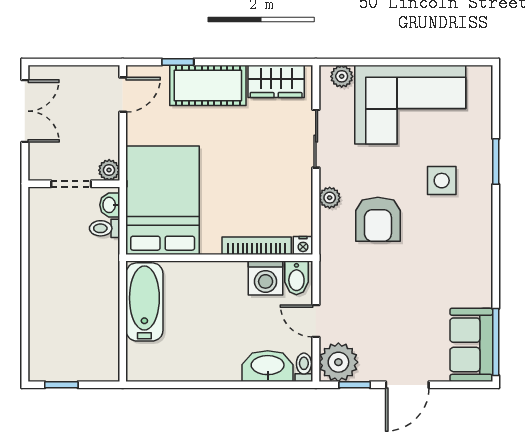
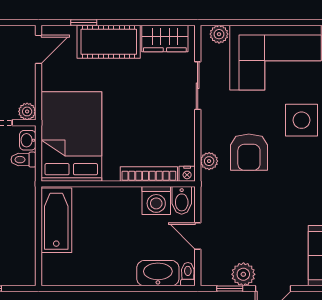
side table: (442, 181) -> (302, 120), width x1.37, depth x1.37
plant: (330, 198) -> (209, 161), moved
plant: (338, 362) -> (243, 274), moved, width x0.73, depth x0.73

